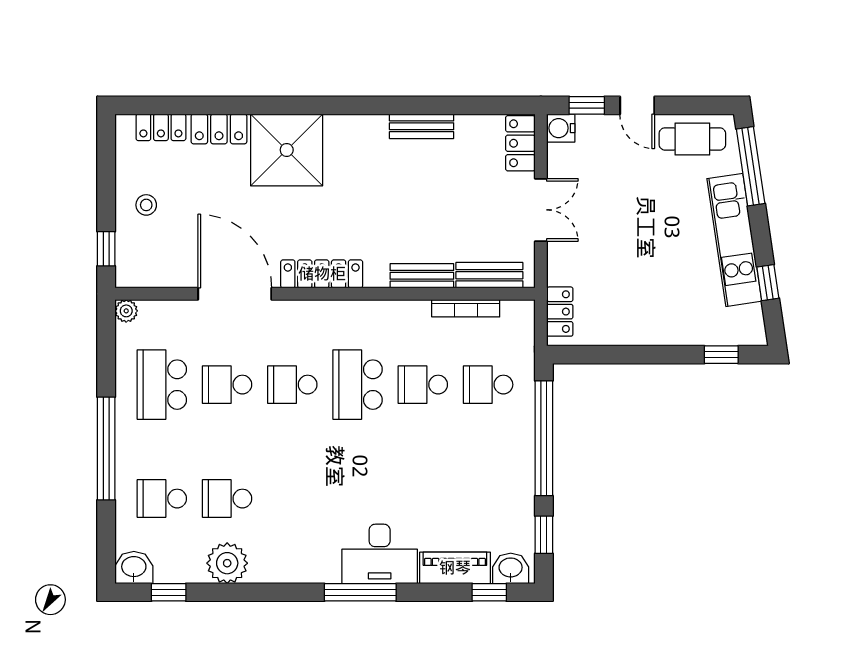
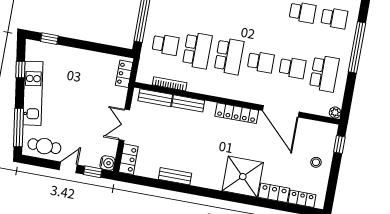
door: (637, 105) -> (68, 167), hinge flipped
school desk: (423, 385) -> (197, 50), width x1.85

